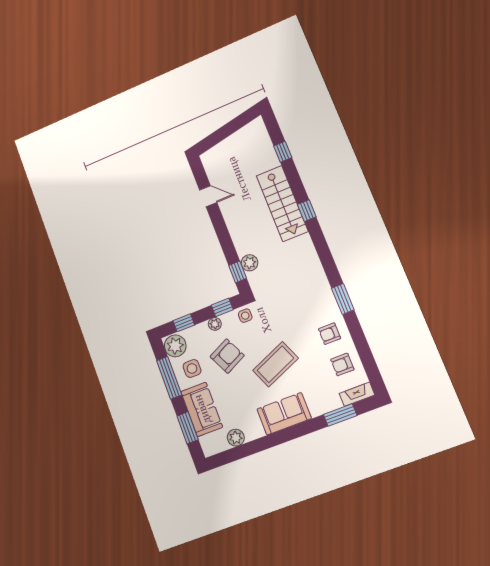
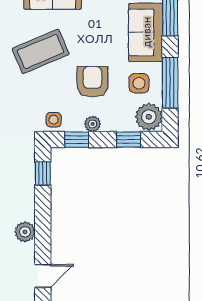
door: (208, 196) -> (43, 276), swing flipped
plant: (250, 263) -> (25, 232), moved
armchair: (227, 356) -> (92, 82), turned 116

